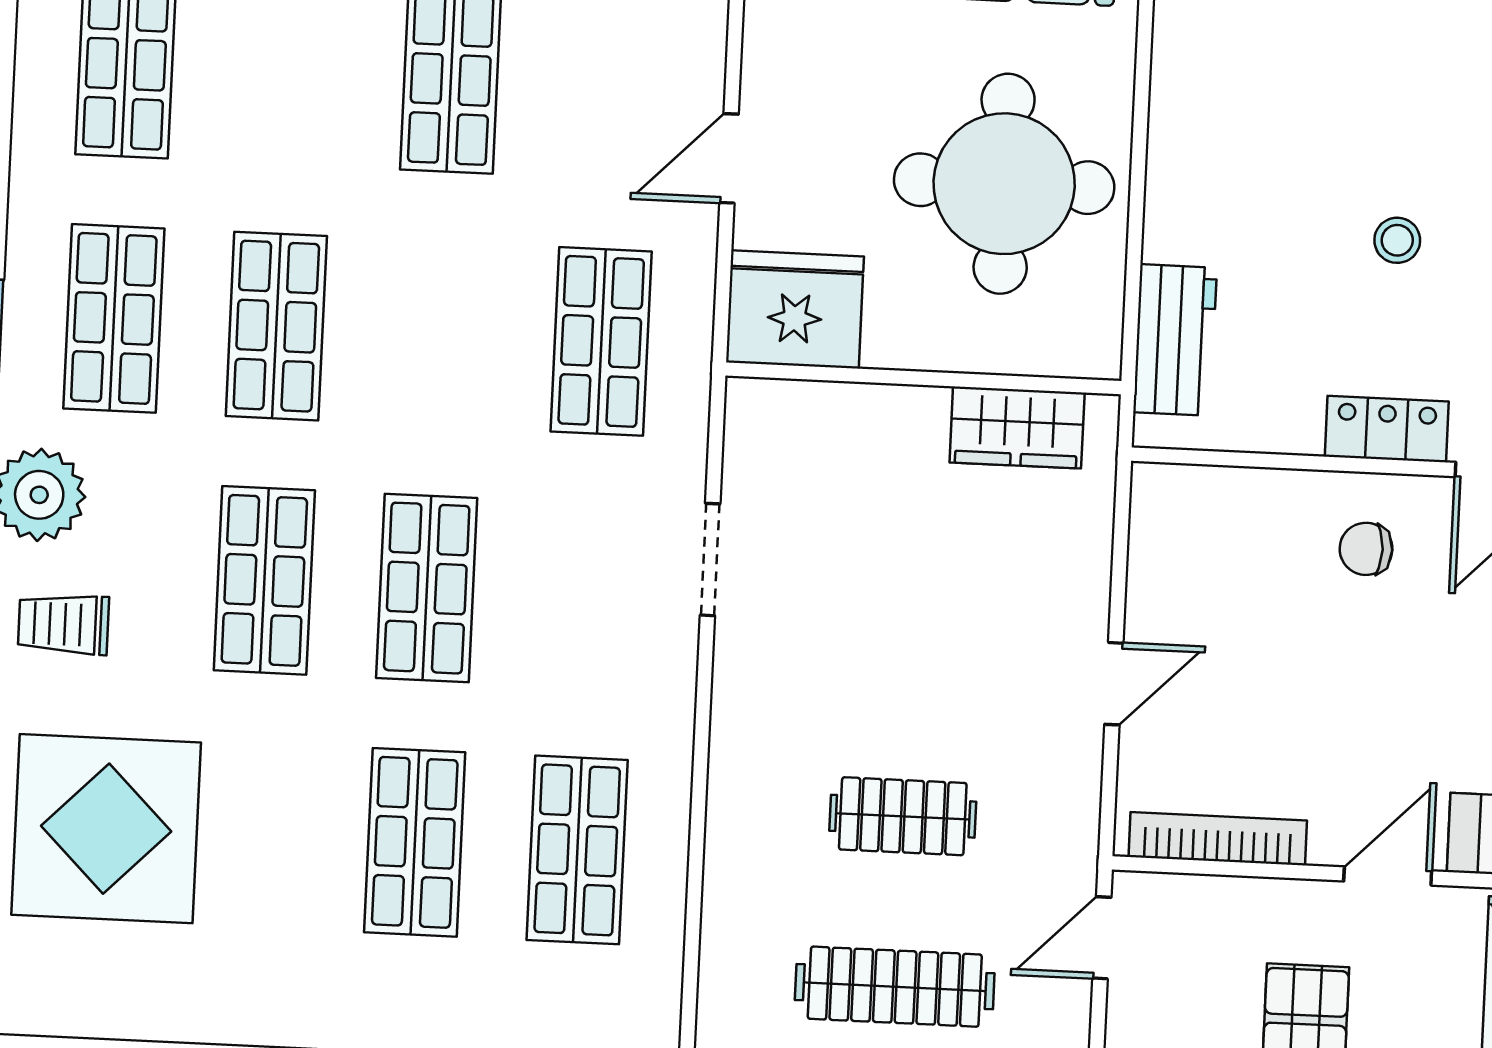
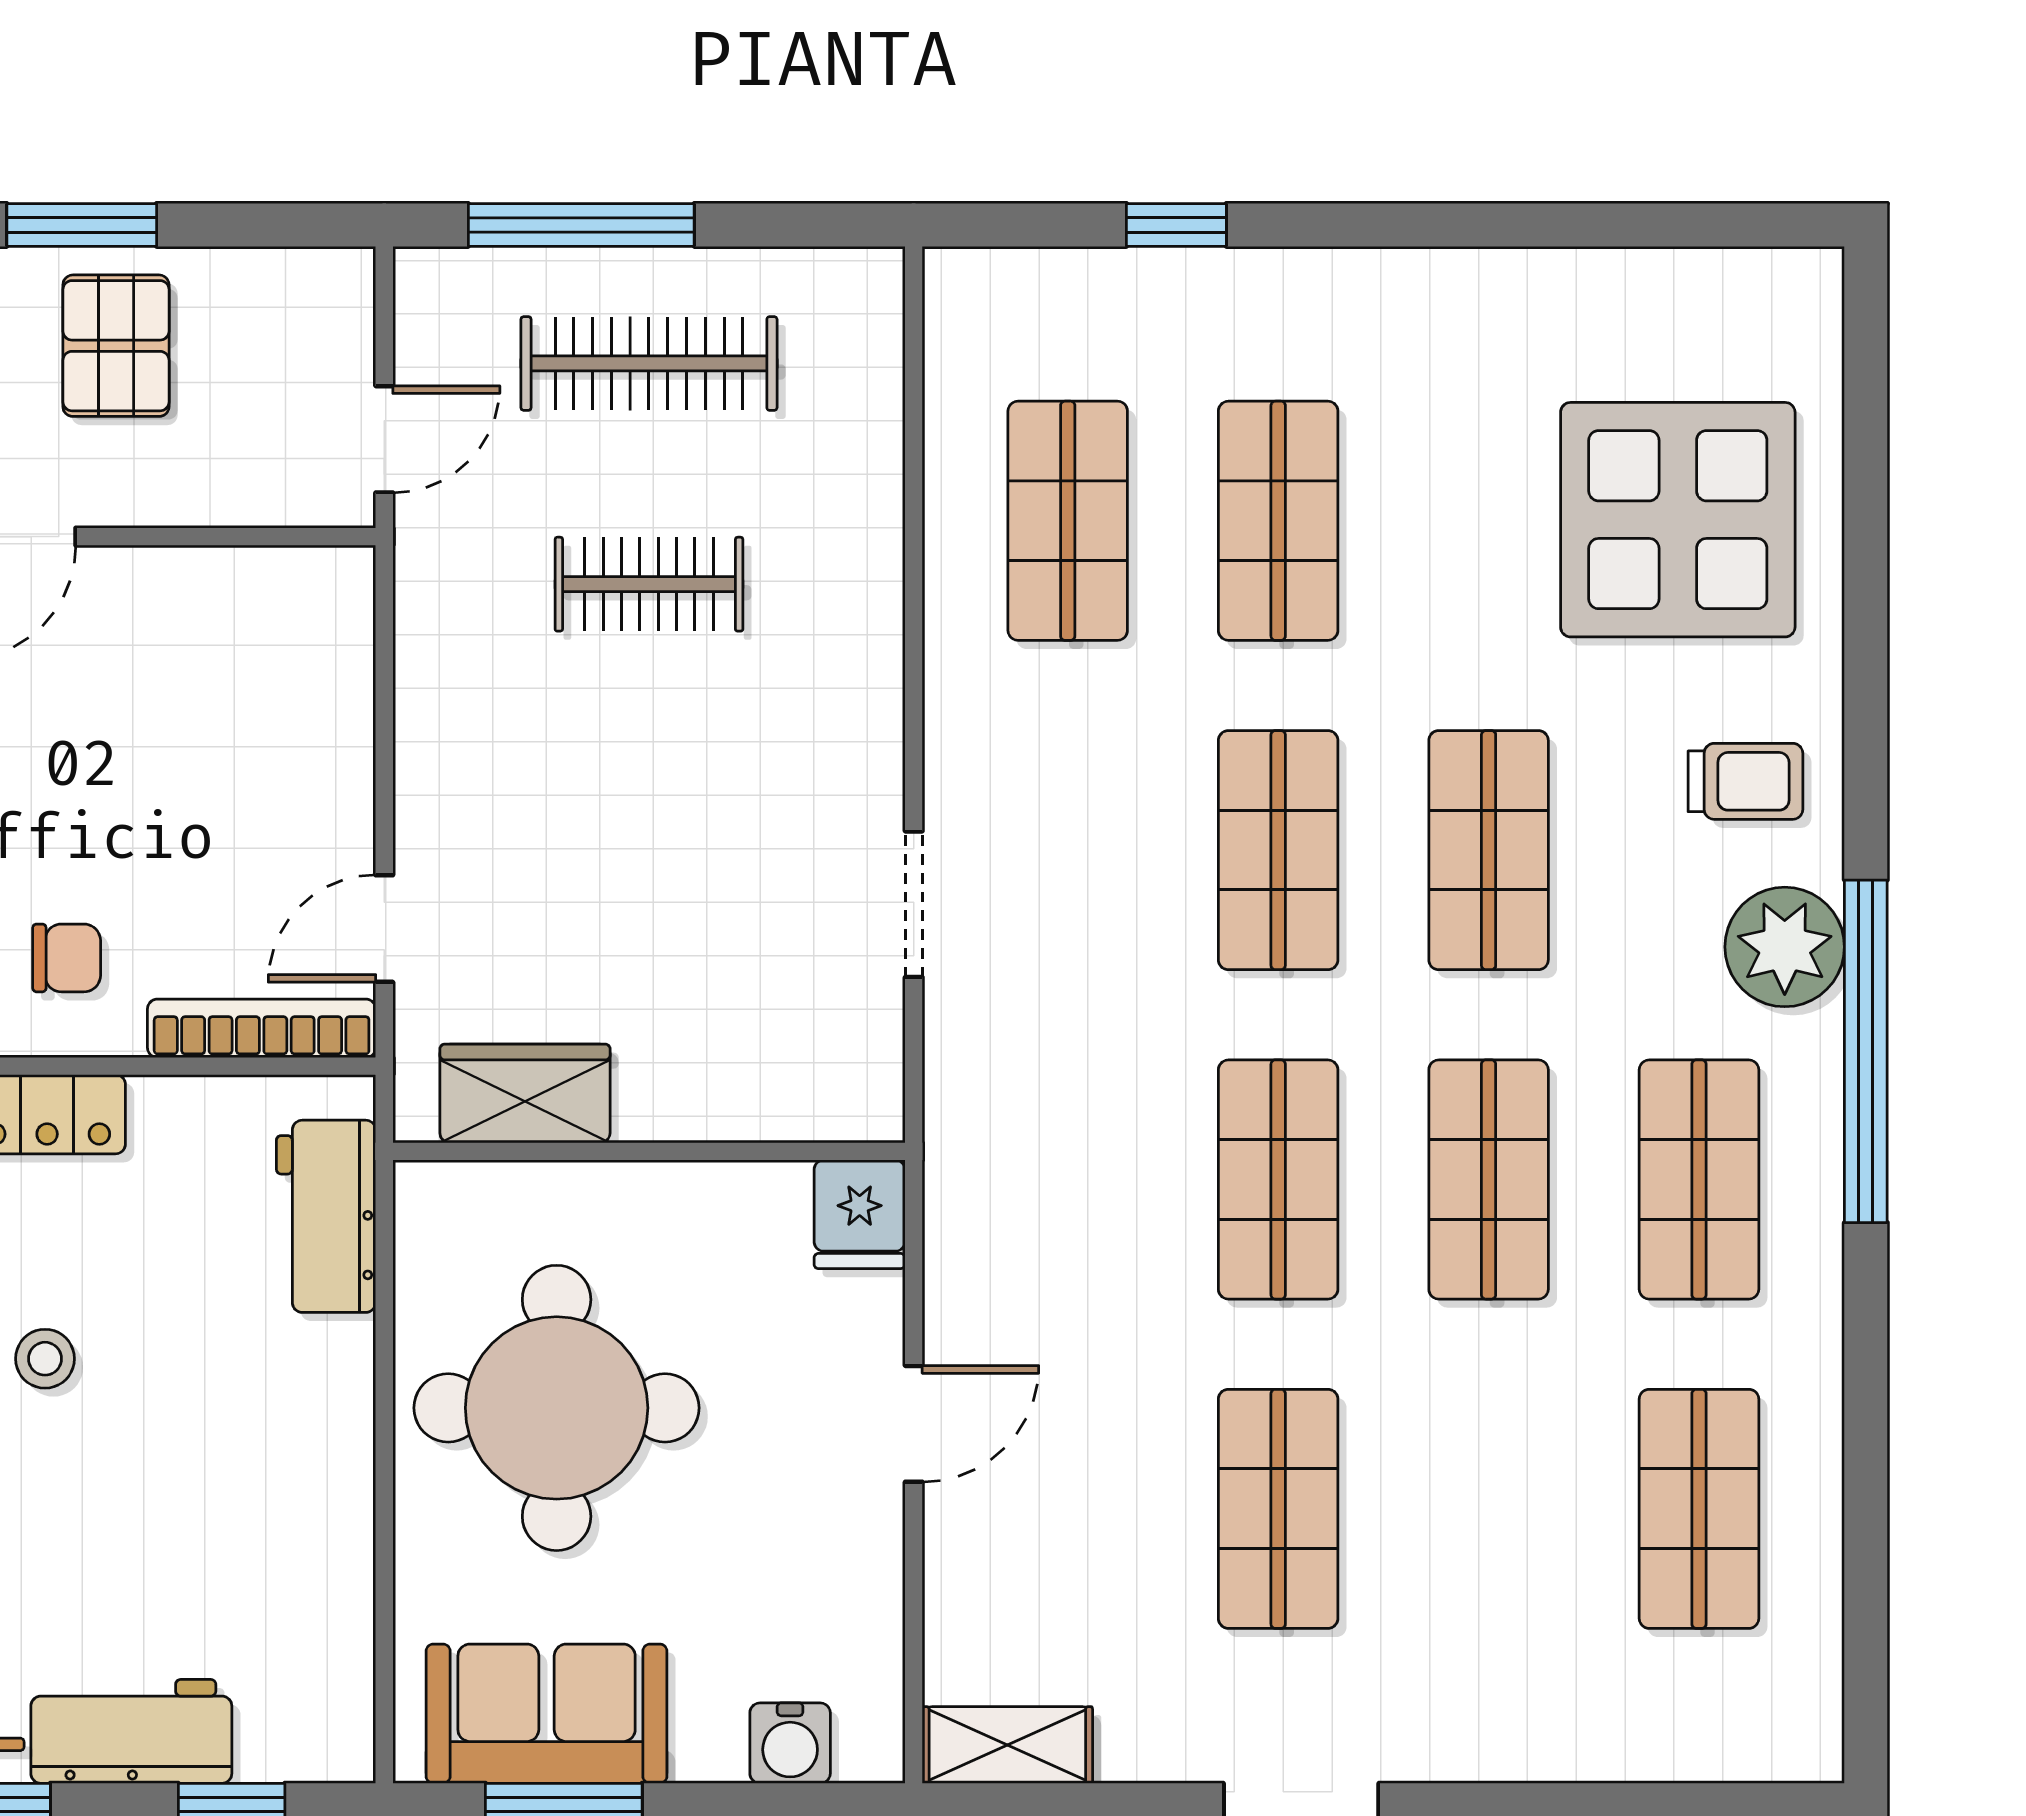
fridge: (795, 309) -> (860, 1214), width x0.53, depth x0.75
shop shelf: (601, 341) -> (1278, 1179), moved
door: (1114, 684) -> (384, 929), moved
bookcase: (1218, 839) -> (262, 1028), moved, turned 180

